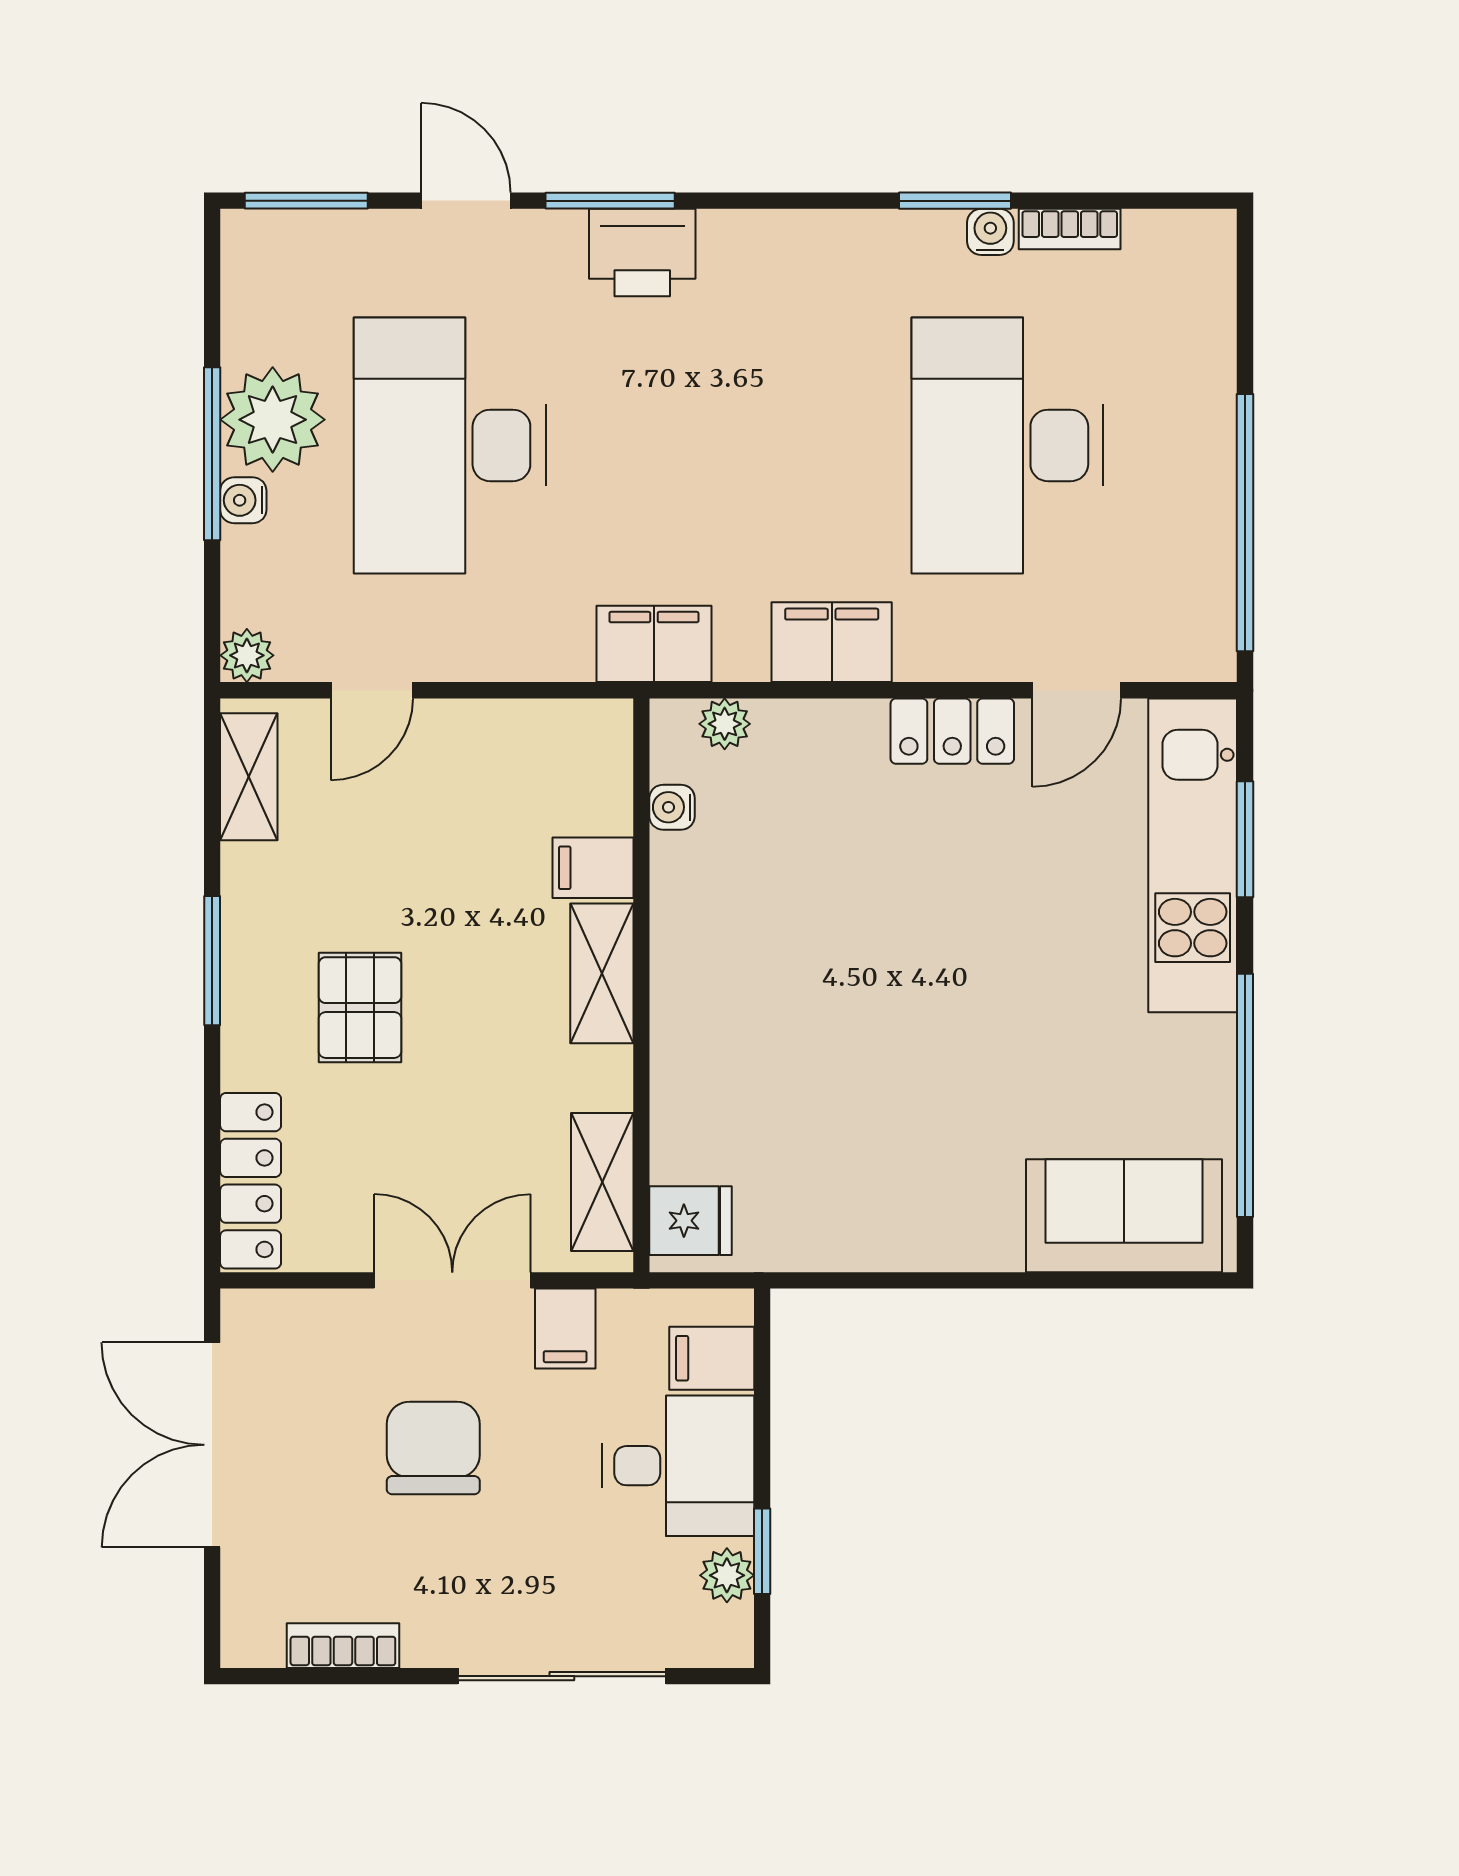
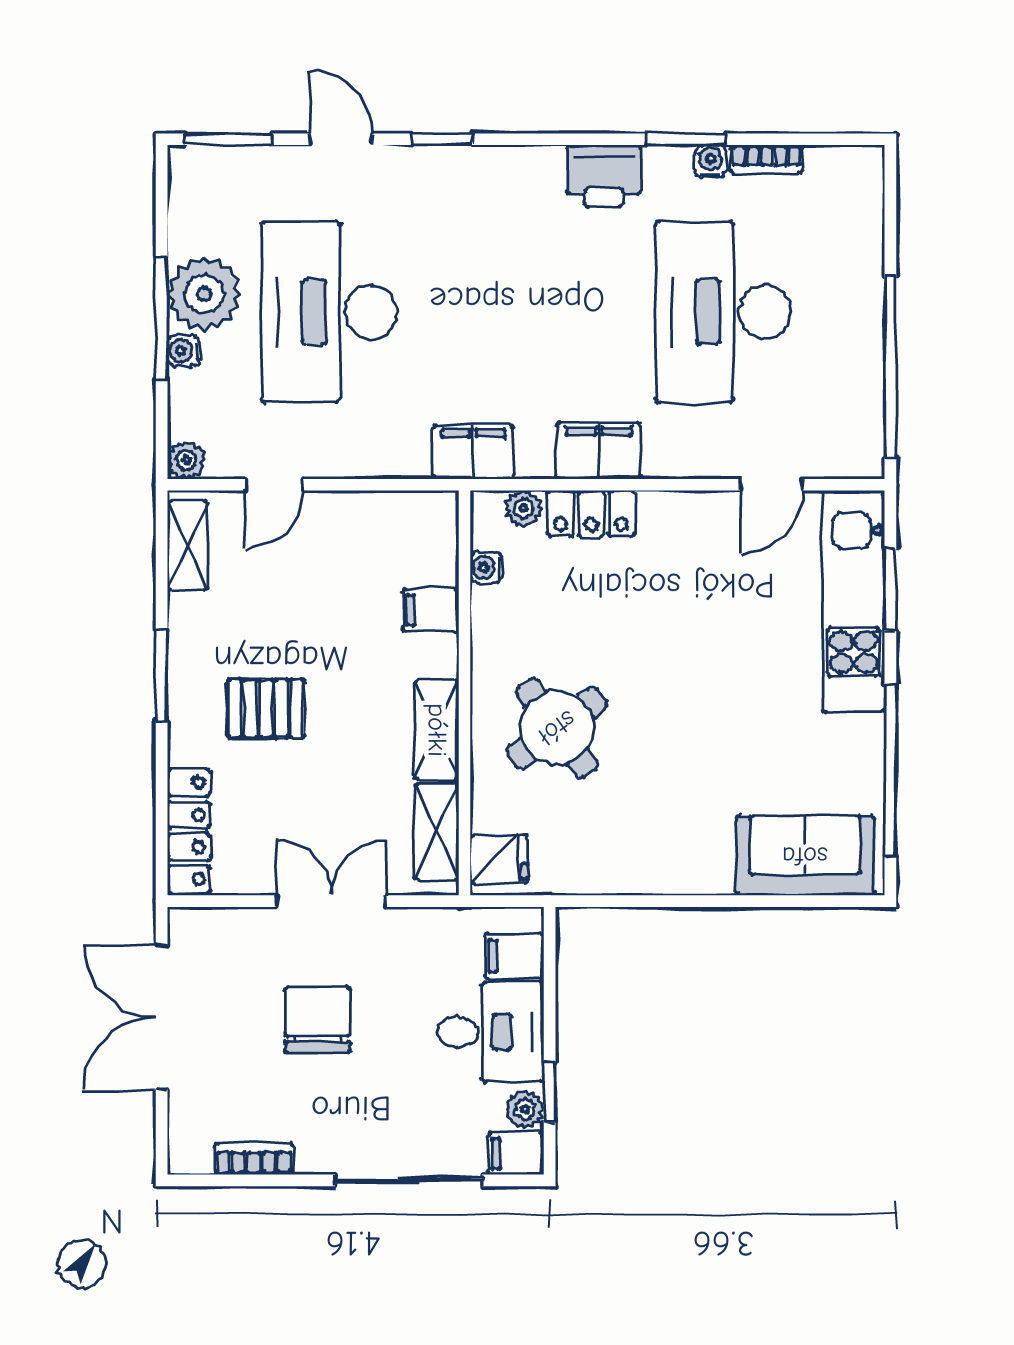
window: (610, 201) -> (442, 139), width x0.67
printer: (642, 253) -> (604, 176), moved
locker: (952, 731) -> (591, 514), moved
shelving: (602, 973) -> (437, 730), moved
pallet: (360, 1008) -> (266, 709), turned 90
round table: (772, 1035) -> (557, 728), added
filing cabinet: (565, 1329) -> (516, 1153), moved, turned 90

